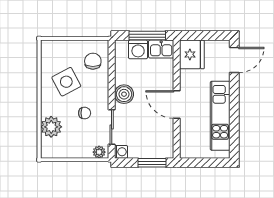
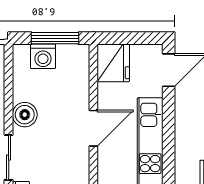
kitchen sink: (161, 49) -> (73, 56), removed
door: (177, 105) -> (93, 128), swing flipped

